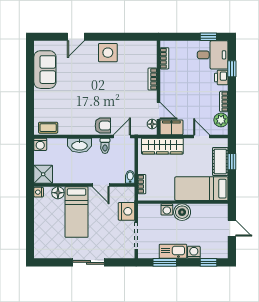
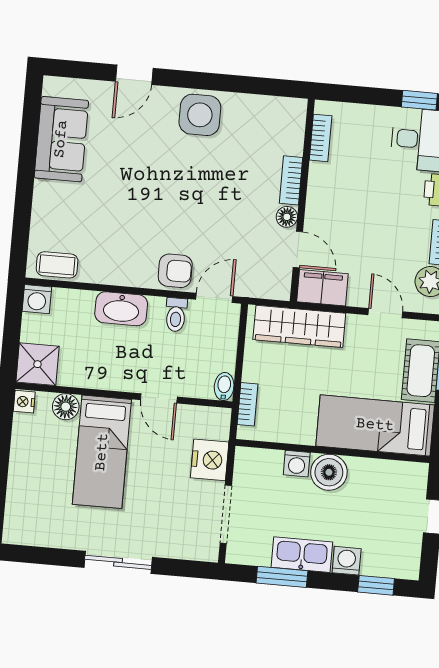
floor lamp: (152, 124) -> (287, 217), moved

